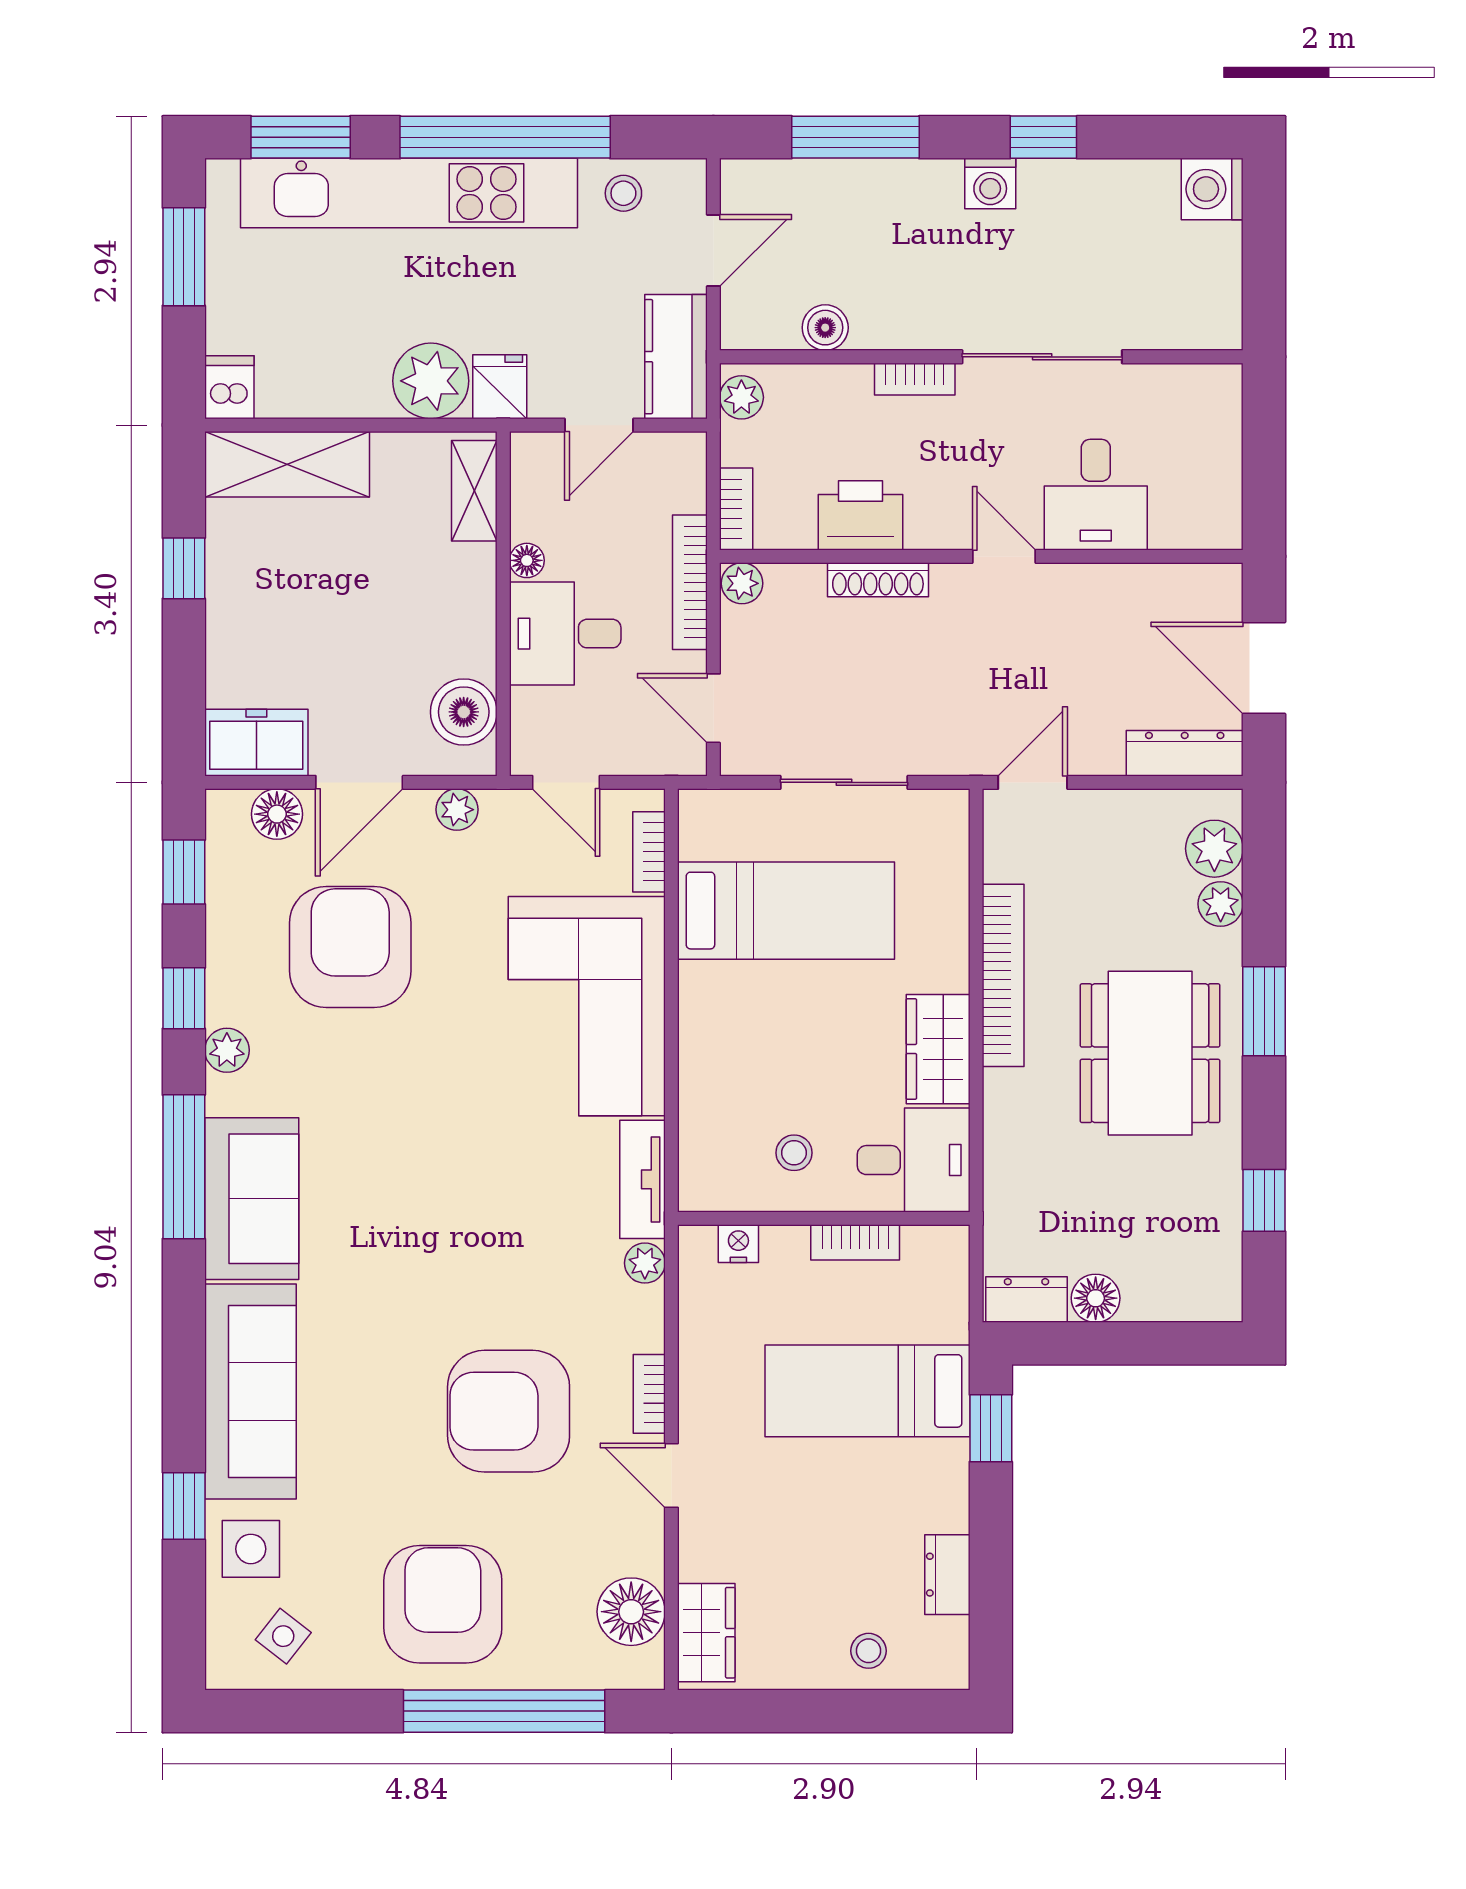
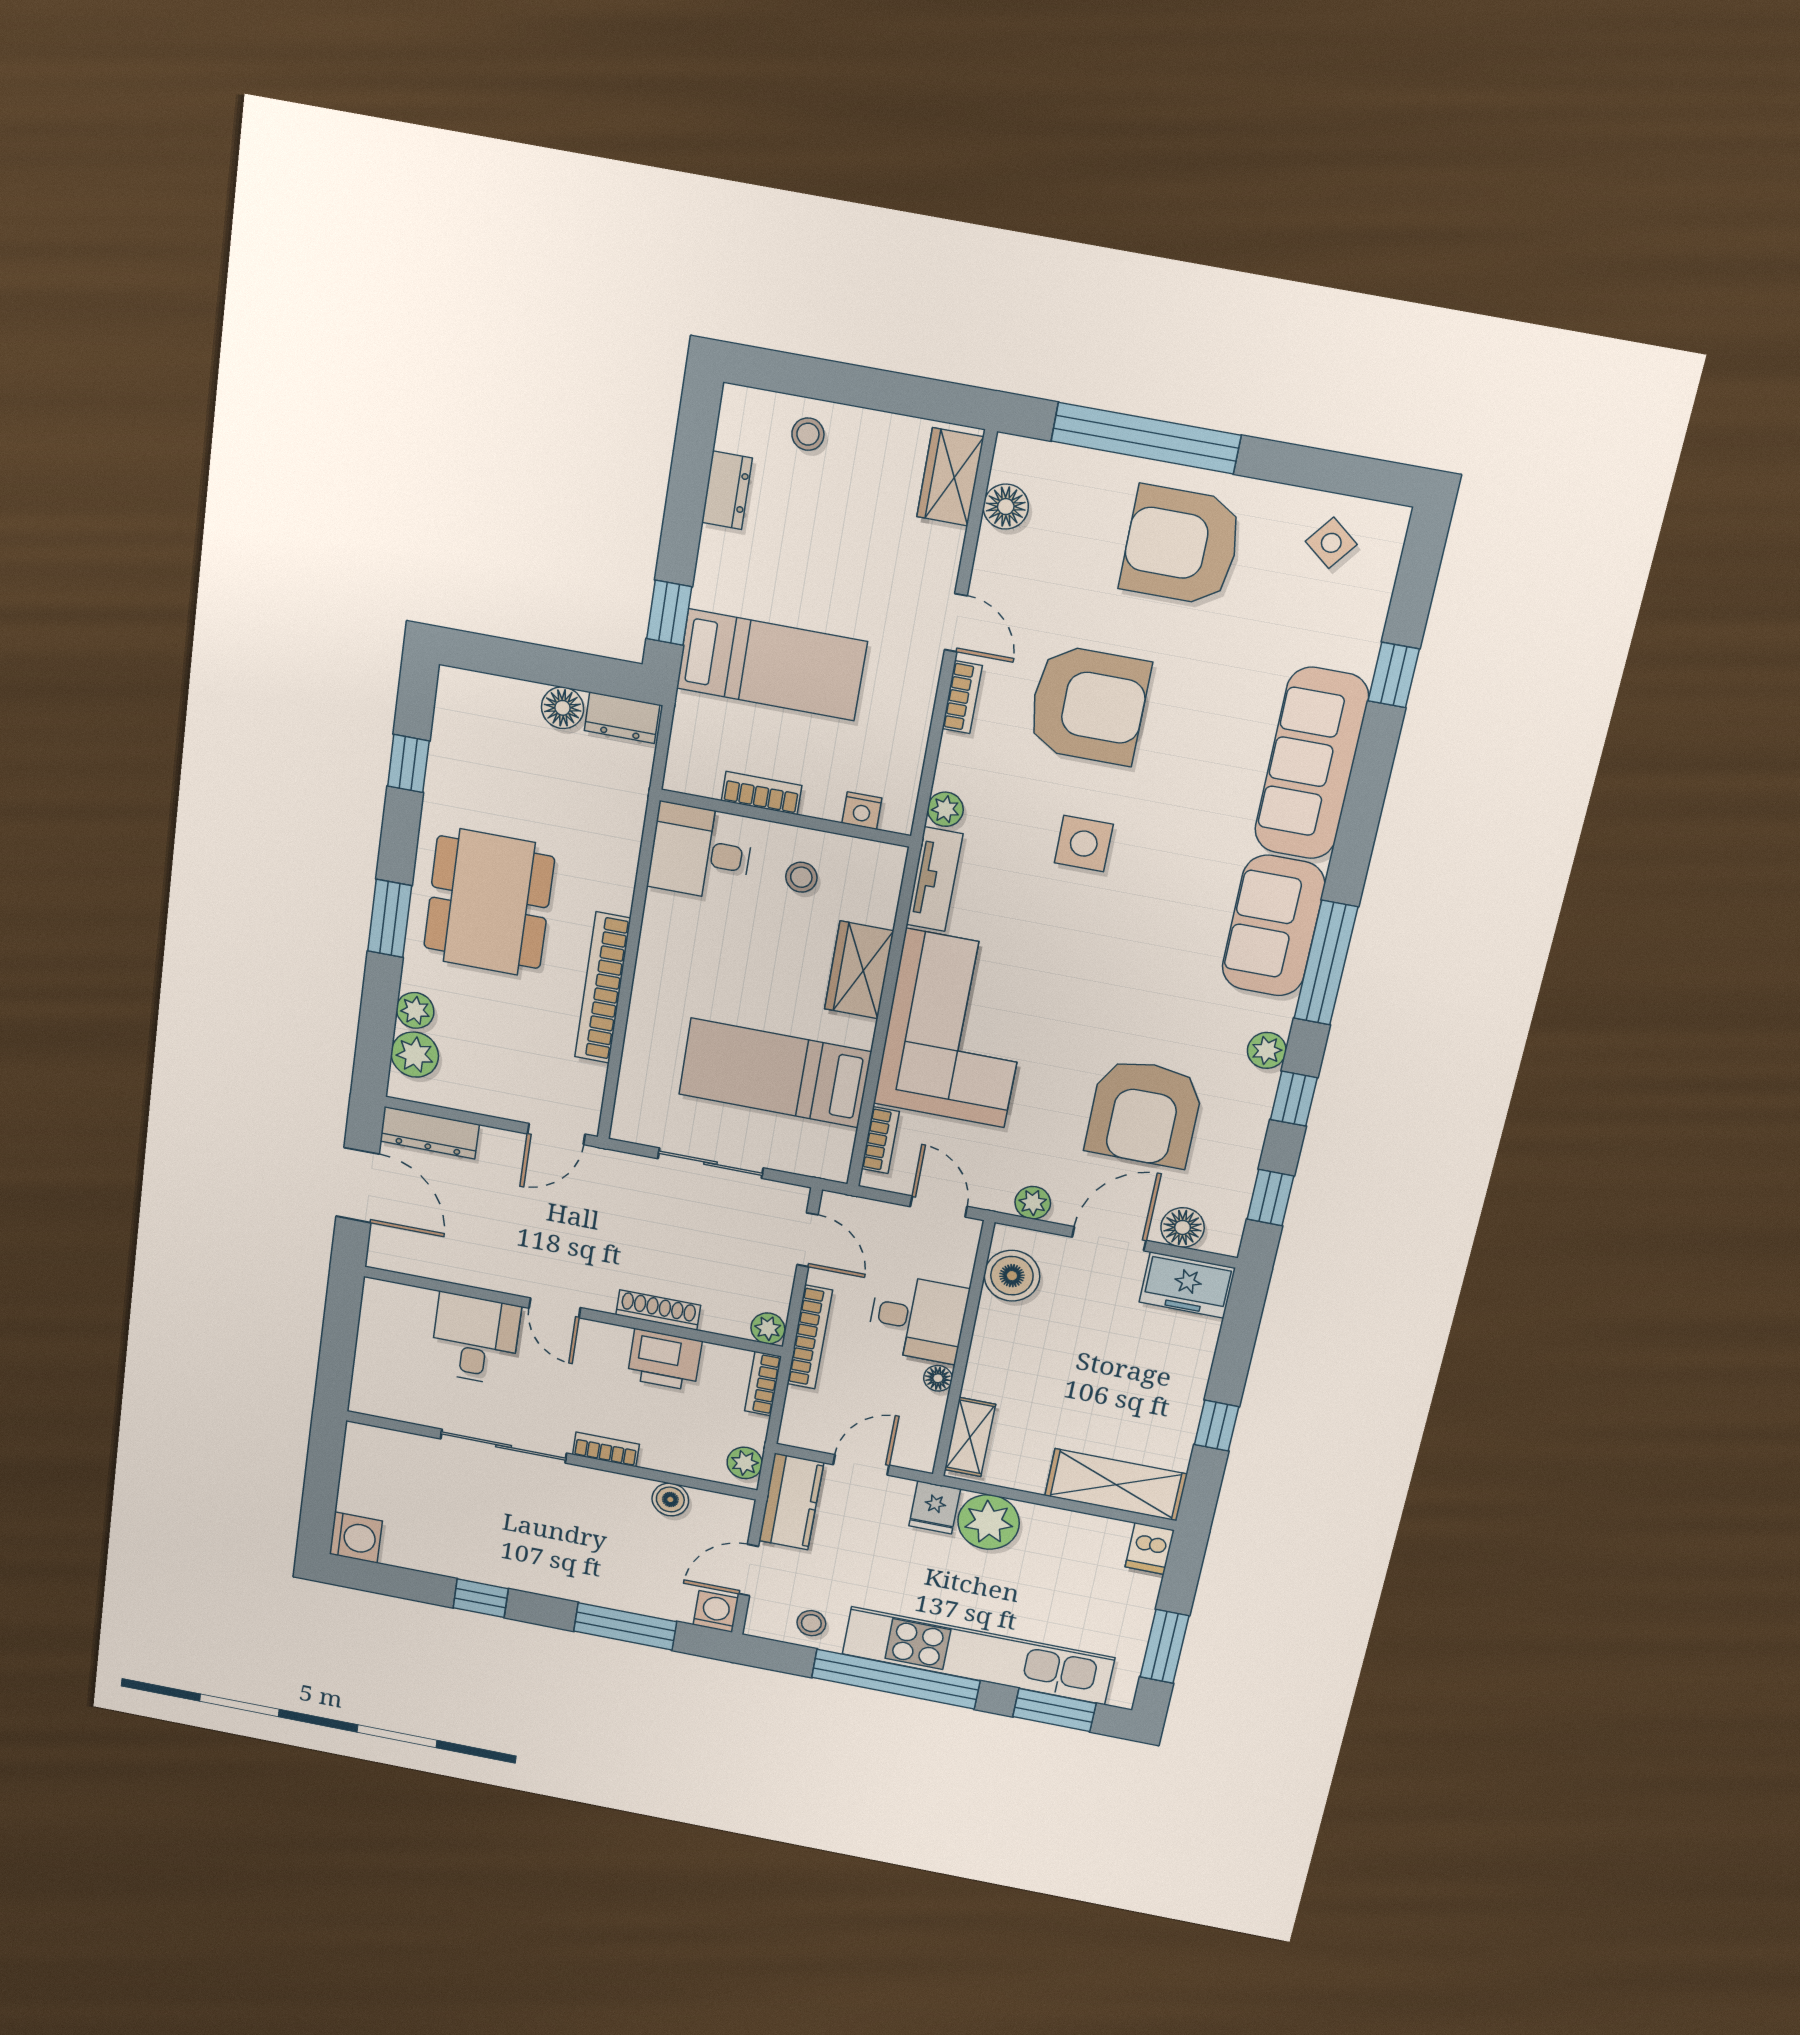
washing machine: (990, 183) -> (716, 1611), moved
wardrobe: (938, 1049) -> (859, 970), moved, turned 180
side table: (251, 1549) -> (1084, 844), moved
armchair: (443, 1604) -> (1181, 545), turned 90
floor lamp: (631, 1612) -> (1006, 507), width x0.73, depth x0.73

